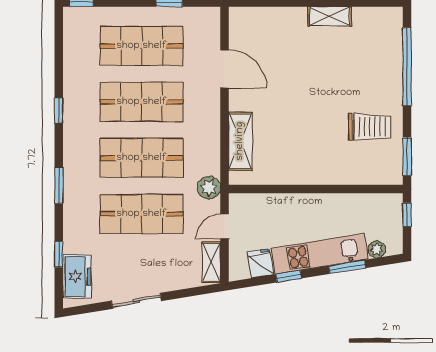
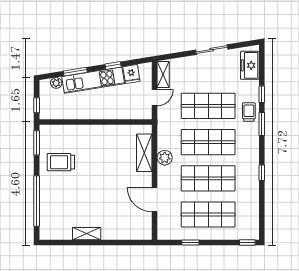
plant: (209, 188) -> (165, 158), moved
trolley: (79, 204) -> (249, 112), added
window: (59, 254) -> (262, 94), moved

